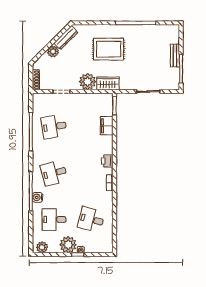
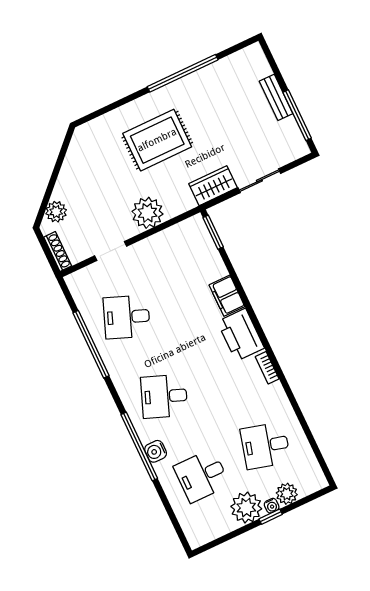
dresser: (66, 38) -> (75, 155), removed
plant: (53, 51) -> (56, 212), moved
wardrobe: (108, 83) -> (213, 186), moved
filing cabinet: (107, 126) -> (227, 296), moved
desk: (54, 127) -> (127, 317), turned 30
printer: (107, 161) -> (241, 335), width x1.87, depth x1.48
desk: (54, 173) -> (164, 396), turned 36
plant: (42, 247) -> (287, 494), moved

